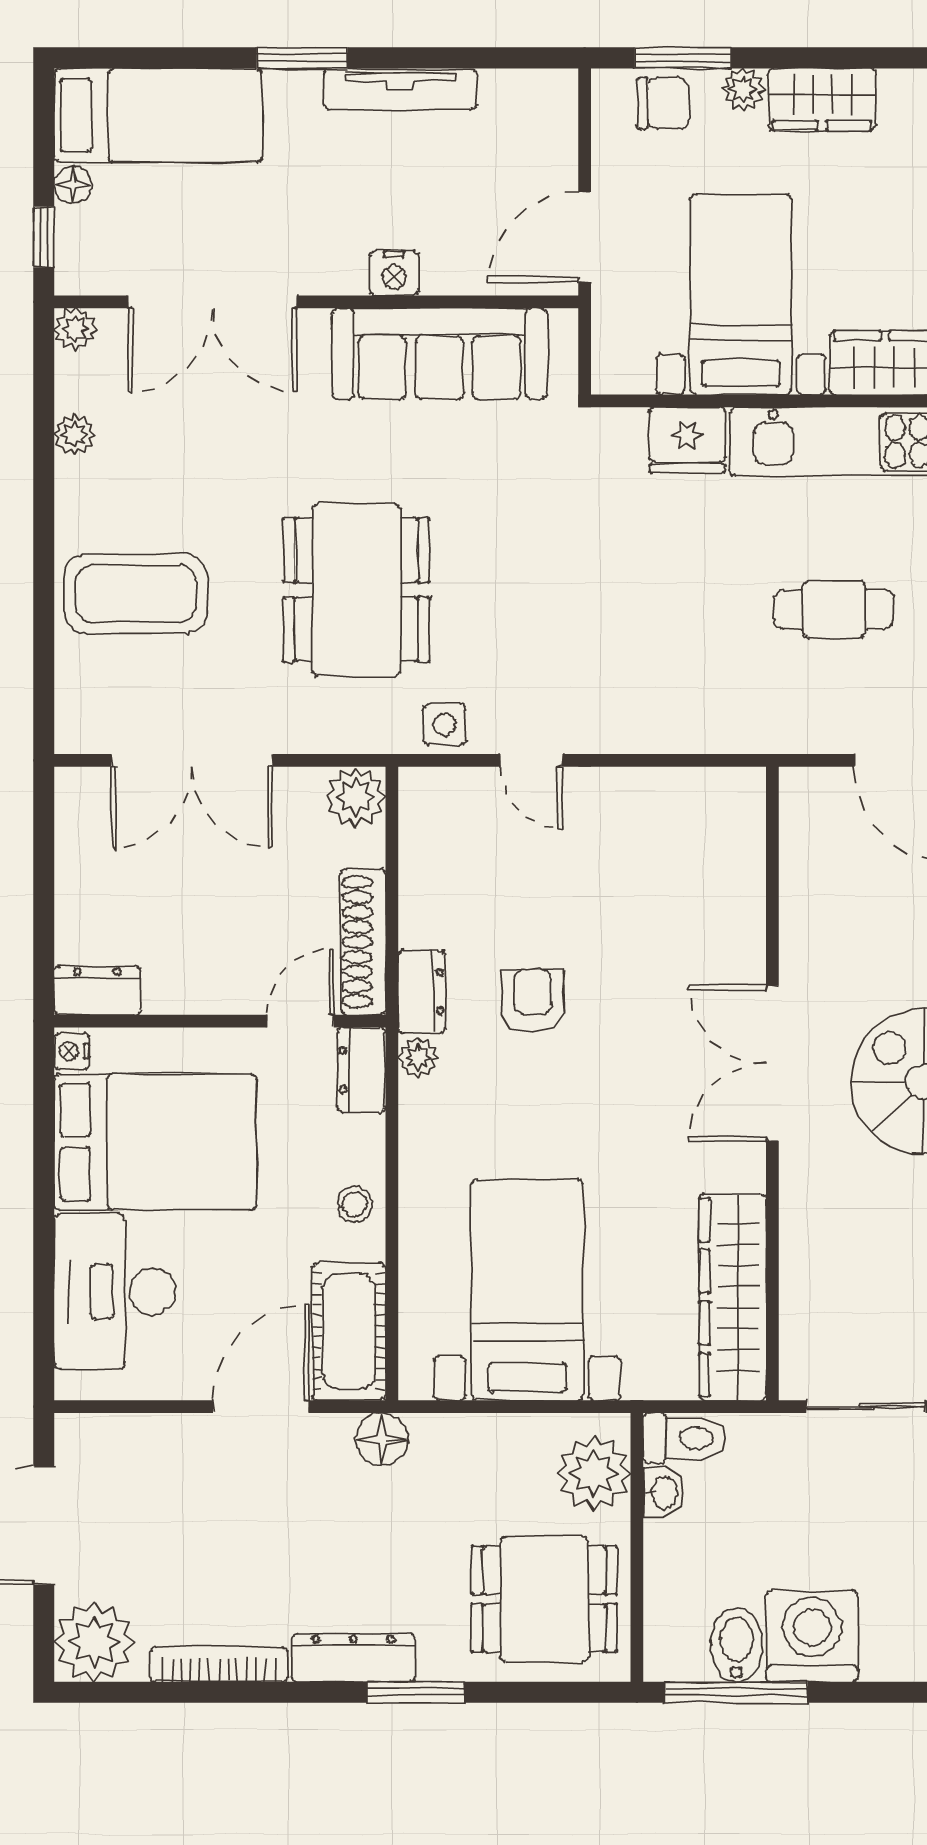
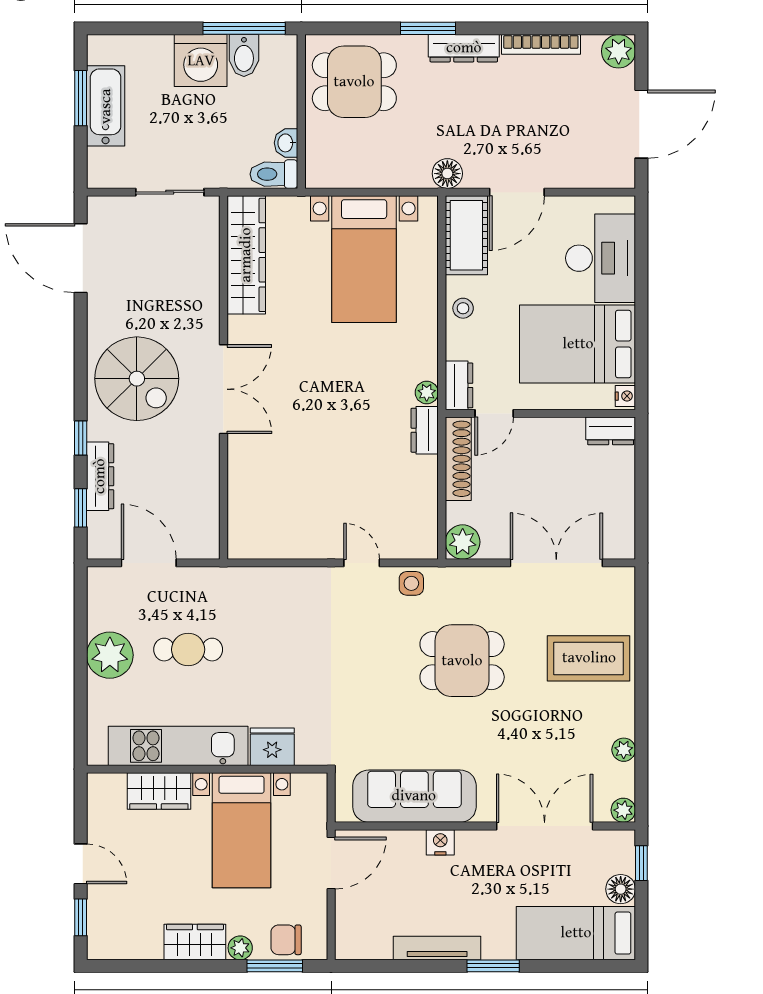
floor lamp: (73, 185) -> (621, 889), width x1.37, depth x1.37
dining table: (356, 590) -> (462, 661), width x0.73
armchair: (533, 1001) -> (361, 425), removed
plant: (594, 1473) -> (326, 154), removed
plant: (94, 1642) -> (619, 51), width x0.73, depth x0.73

